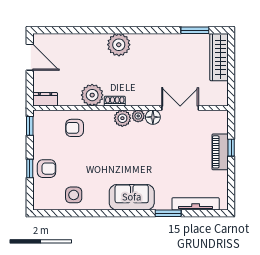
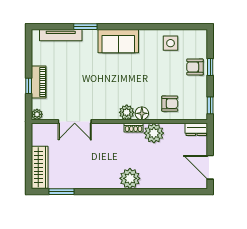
plant: (138, 116) -> (37, 114), moved
floor lamp: (153, 117) -> (142, 113), moved

